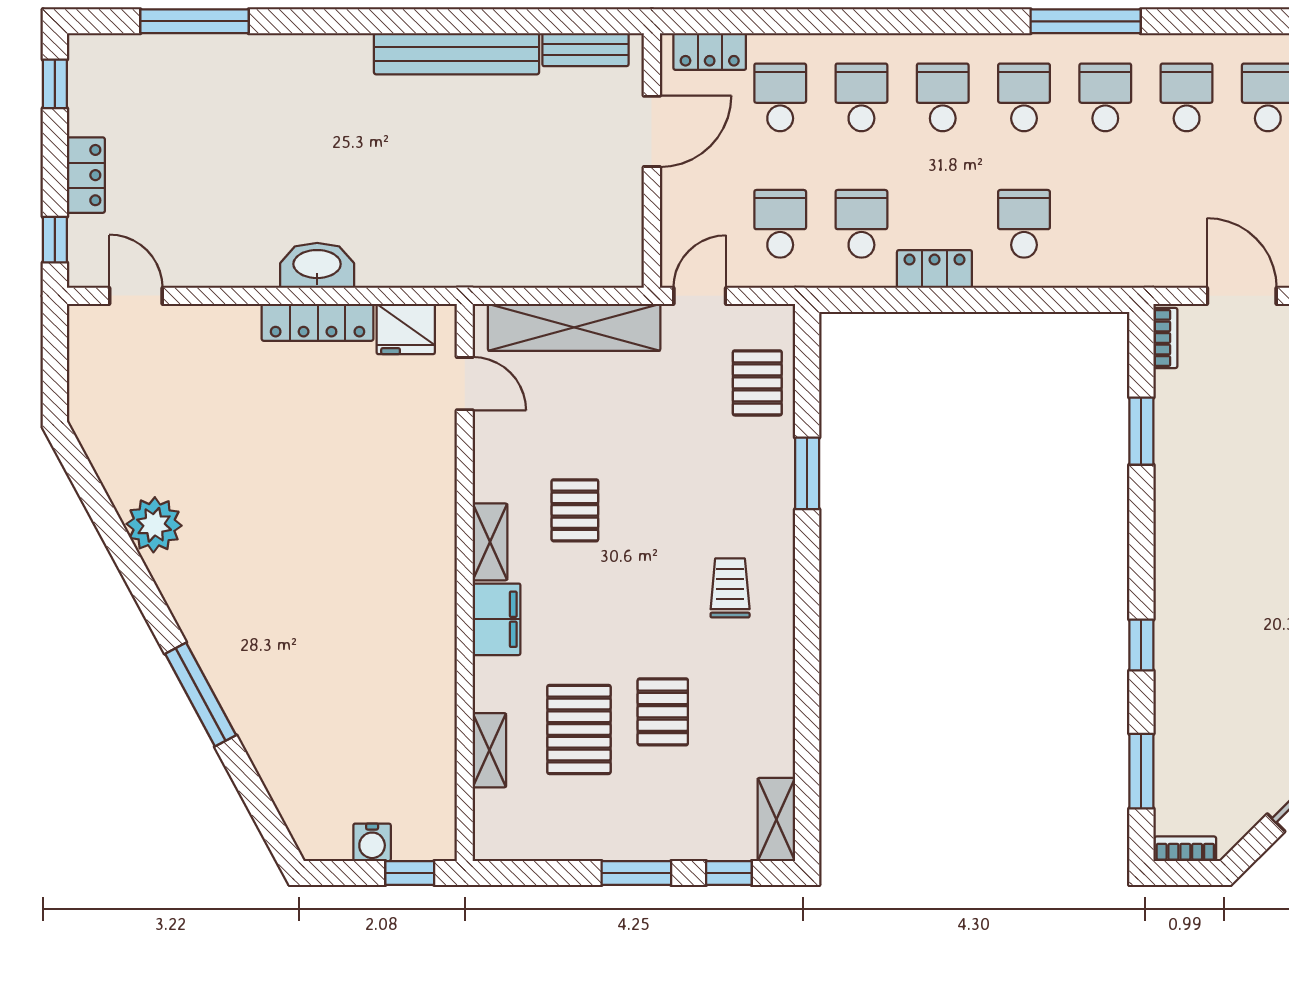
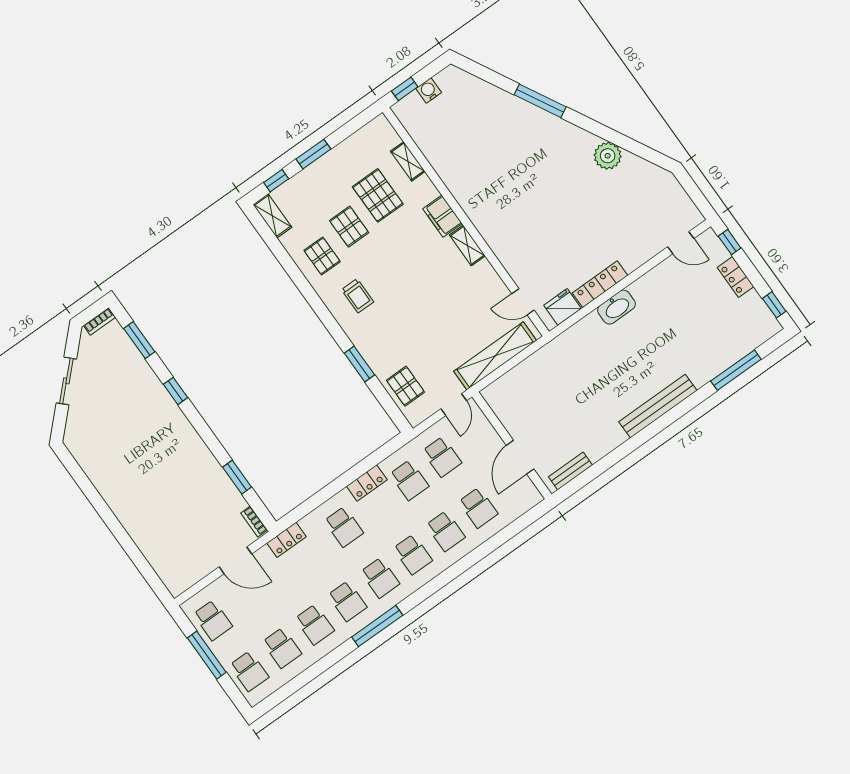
locker: (710, 52) -> (287, 540), moved, turned 180
bench: (457, 54) -> (658, 406), moved
pallet: (575, 510) -> (322, 256), moved

